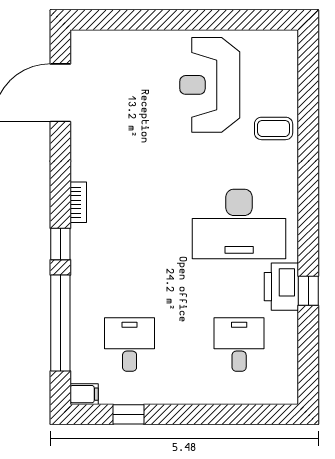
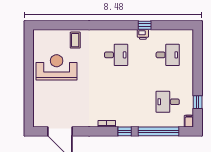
reception desk: (210, 85) -> (57, 67), turned 180
desk: (239, 224) -> (116, 55), width x0.53, depth x0.77
printer: (281, 287) -> (143, 34), width x0.53, depth x0.68
desk: (239, 345) -> (168, 55), turned 180

